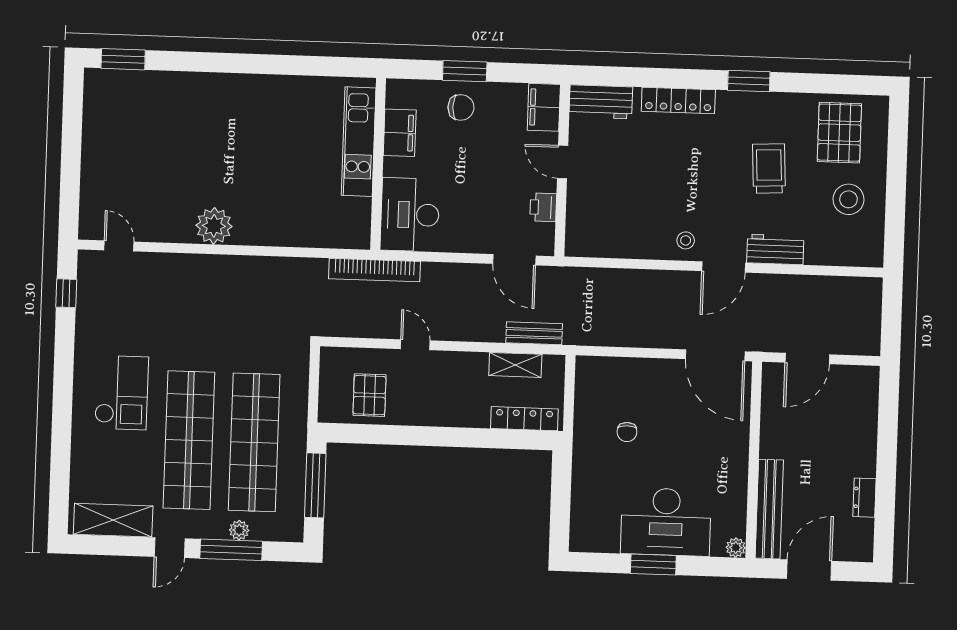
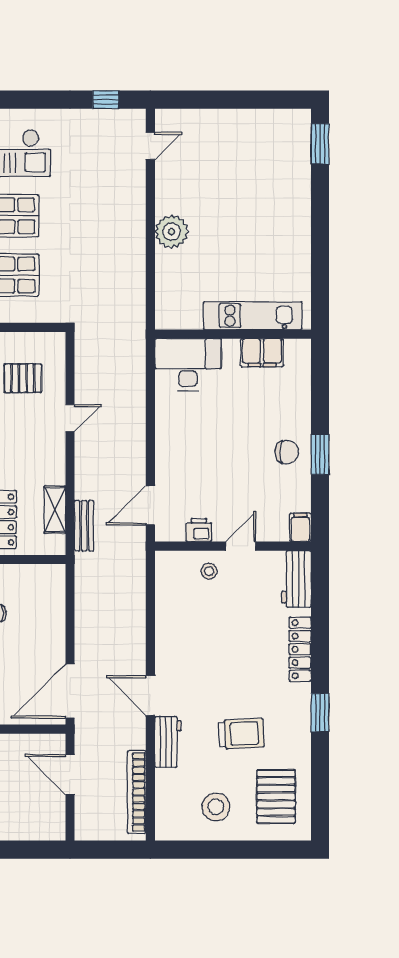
chair: (461, 107) -> (287, 452), turned -90
filing cabinet: (544, 107) -> (300, 527), width x0.50
filing cabinet: (400, 133) -> (262, 353), moved
pallet: (839, 133) -> (276, 797), turned 90
kitchen unit: (359, 142) -> (253, 316), moved
wall: (378, 164) -> (233, 334), moved
desk: (410, 215) -> (188, 365), moved
stool: (686, 240) -> (209, 571), moved
bookcase: (375, 270) -> (137, 792), moved

